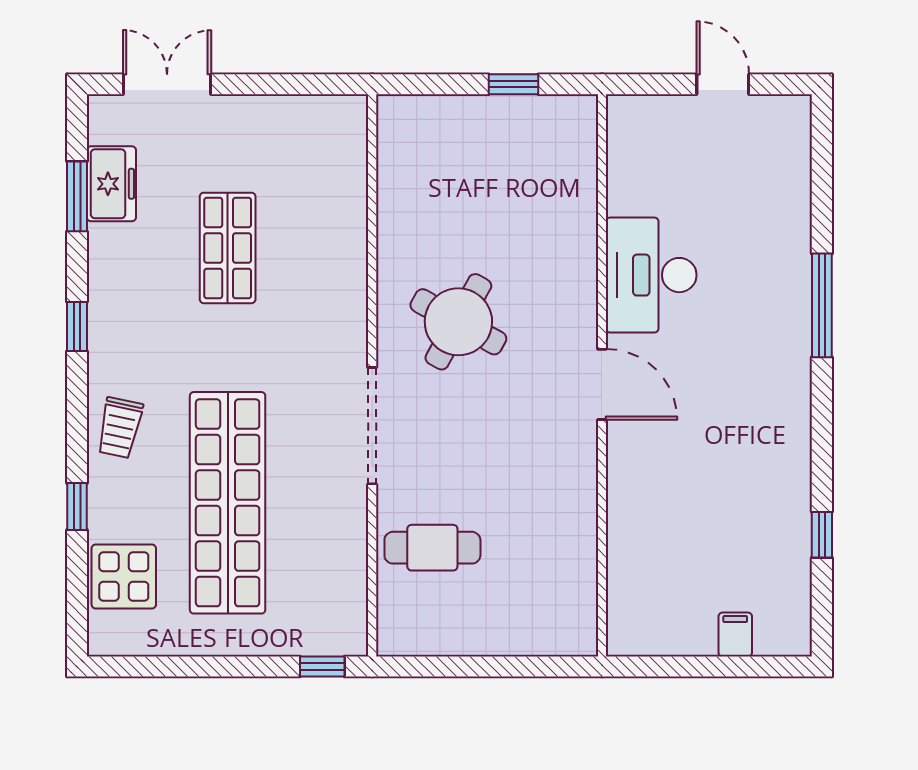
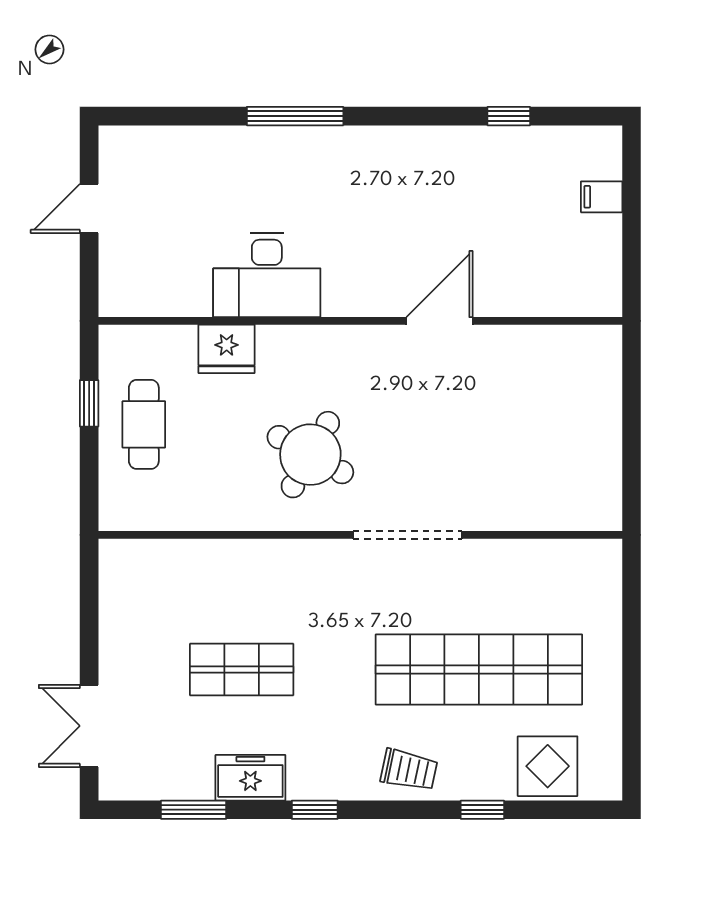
freezer: (111, 184) -> (250, 778), moved
fridge: (572, 232) -> (227, 349), added
door: (602, 384) -> (440, 321), moved
cafe table: (432, 548) -> (144, 424), moved
window: (322, 667) -> (631, 581), removed

